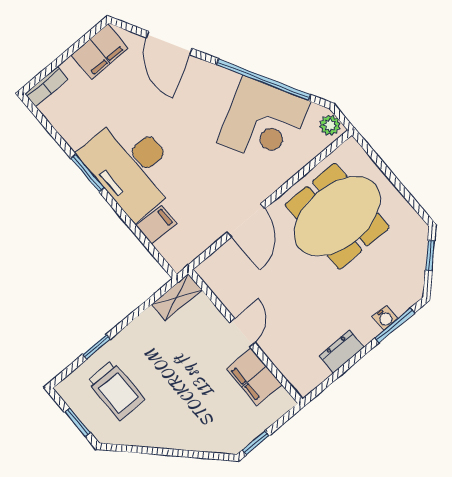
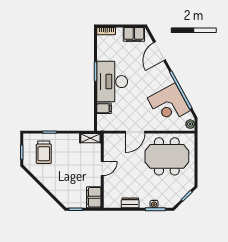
filing cabinet: (254, 377) -> (94, 197), moved

